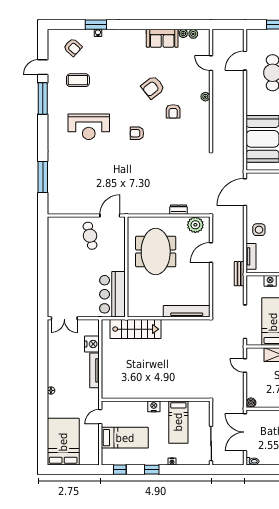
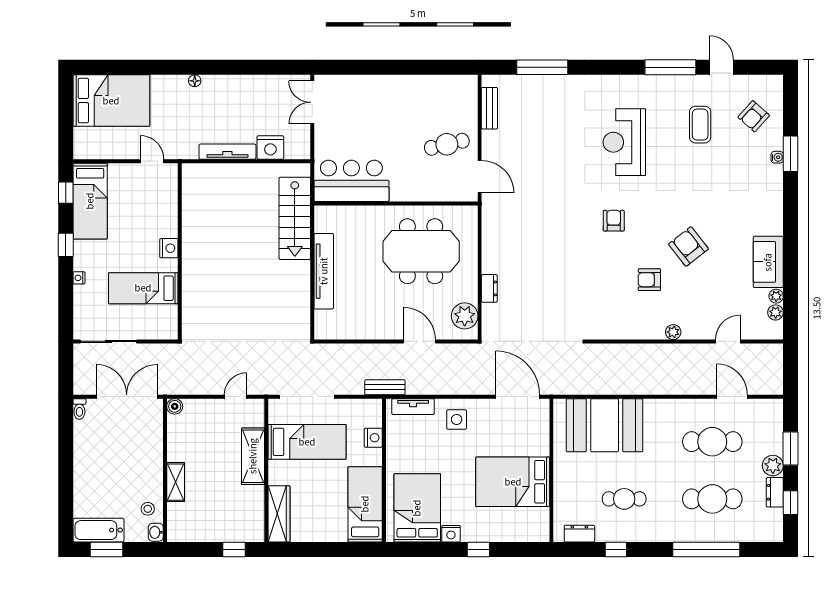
bench: (68, 210) -> (489, 108), added
tv unit: (187, 311) -> (324, 271), moved
bed: (125, 438) -> (90, 201), moved

